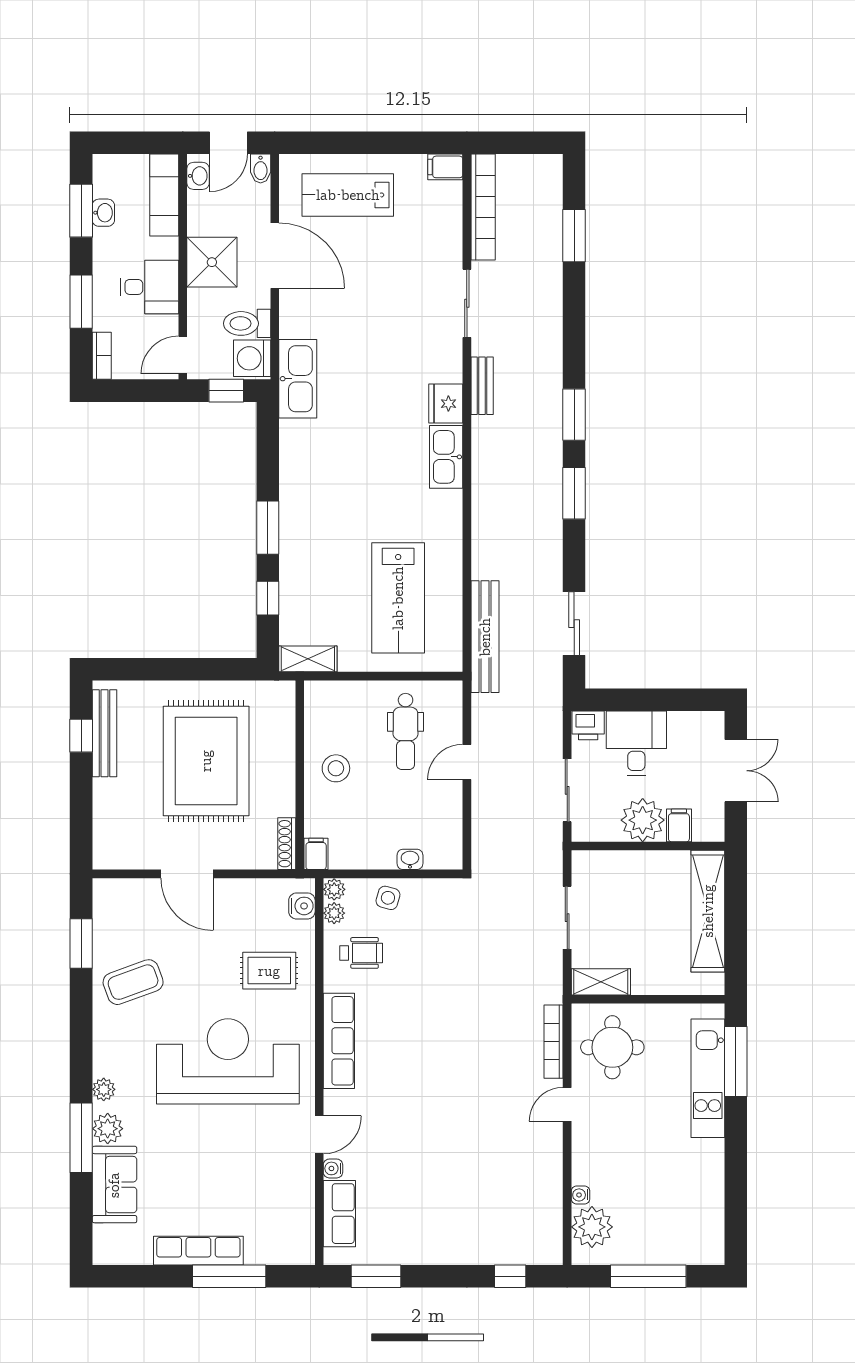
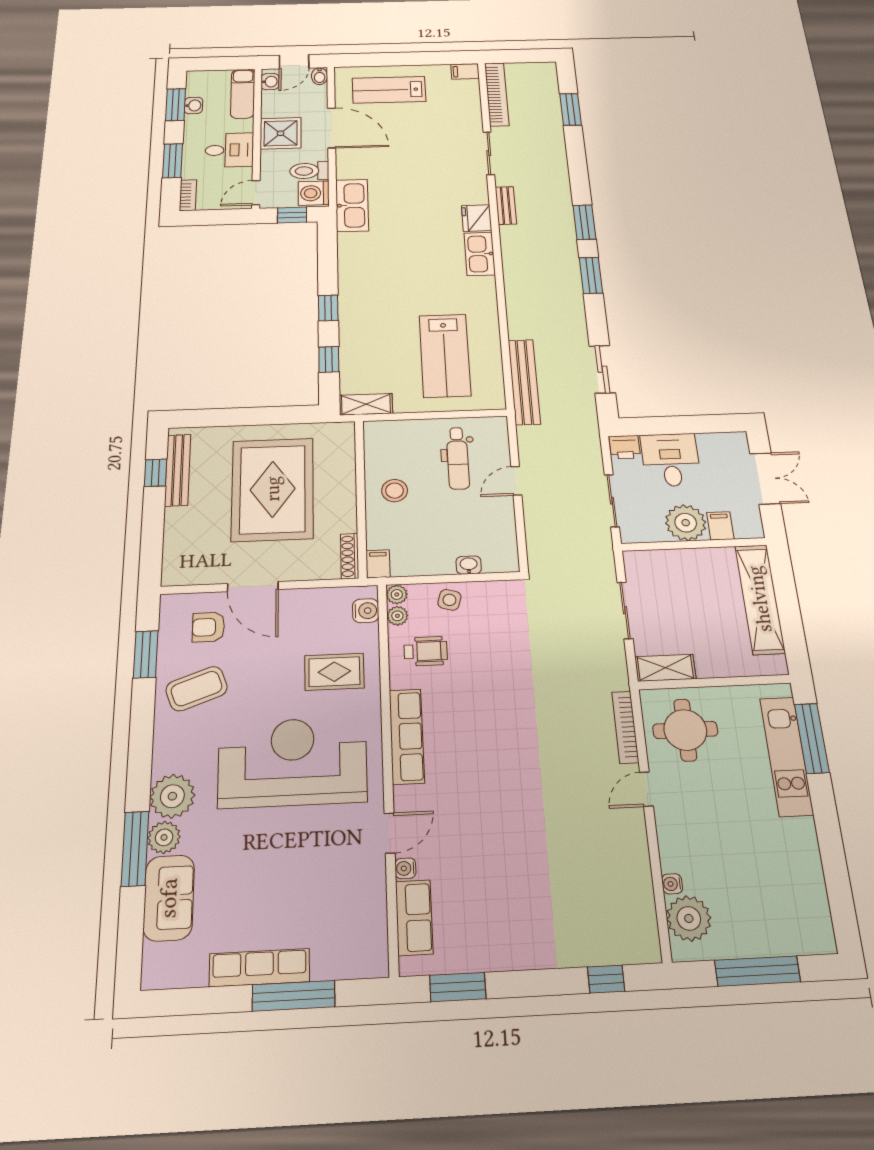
window: (268, 528) -> (328, 308), width x0.67
armchair: (143, 917) -> (208, 627), added
plant: (104, 1089) -> (172, 796), width x1.88, depth x1.88

